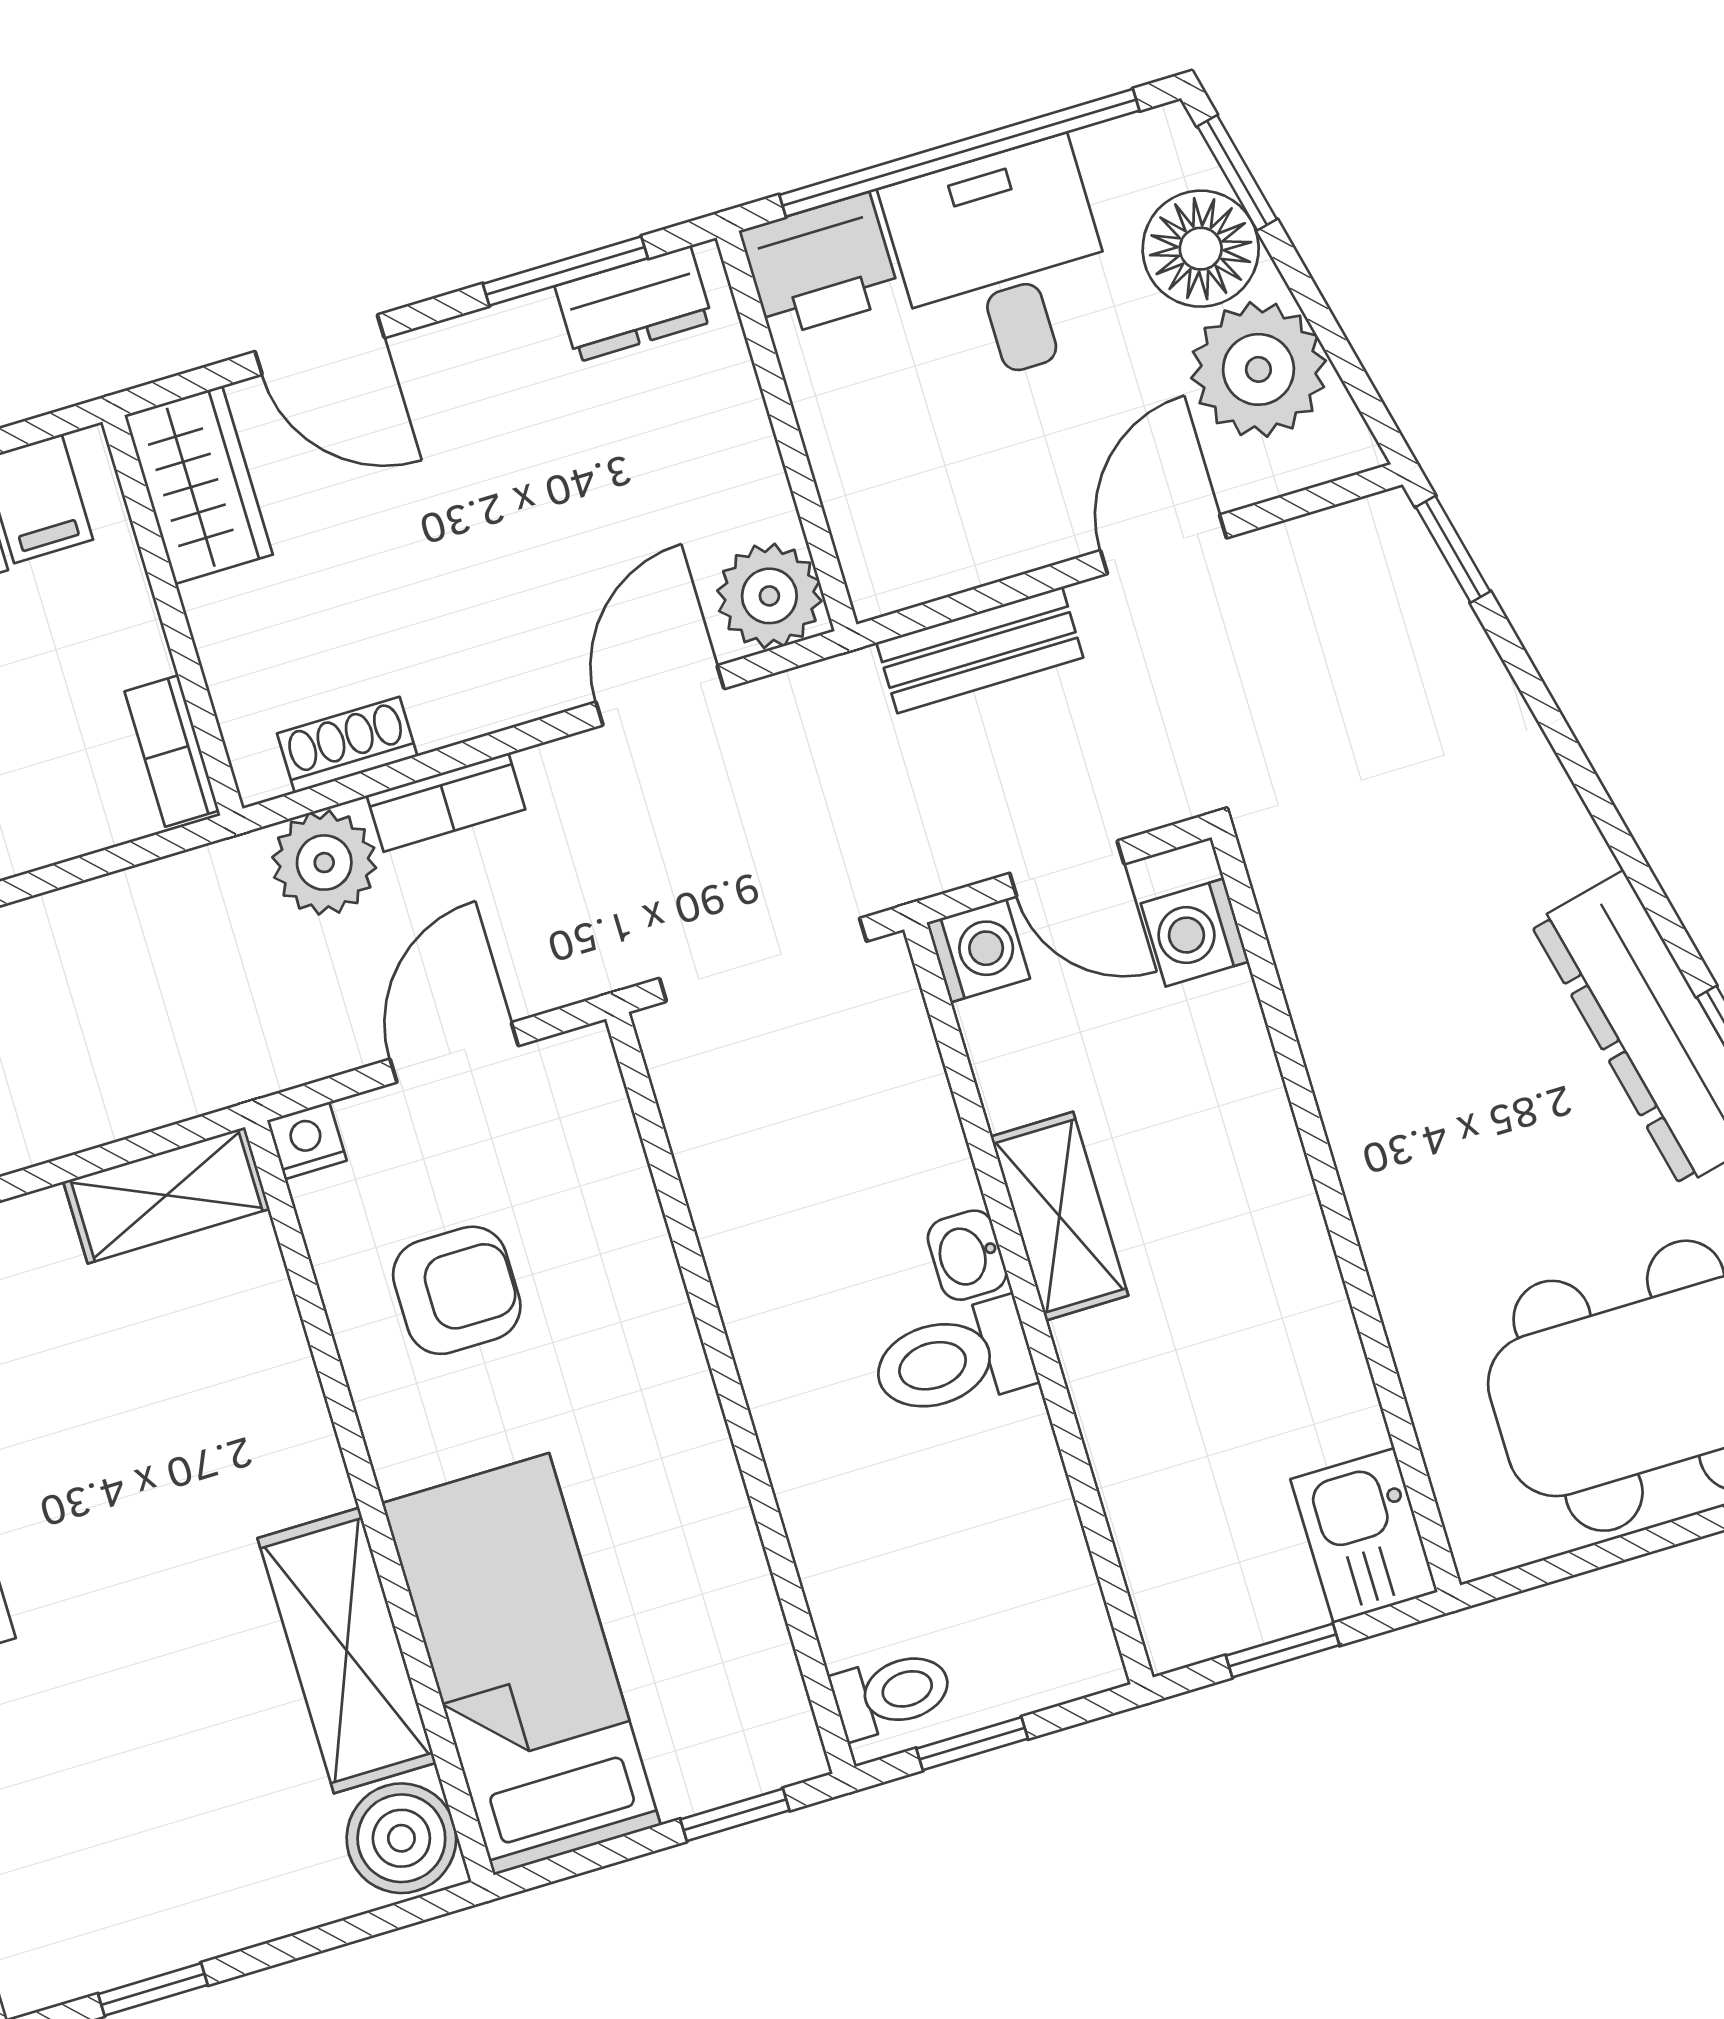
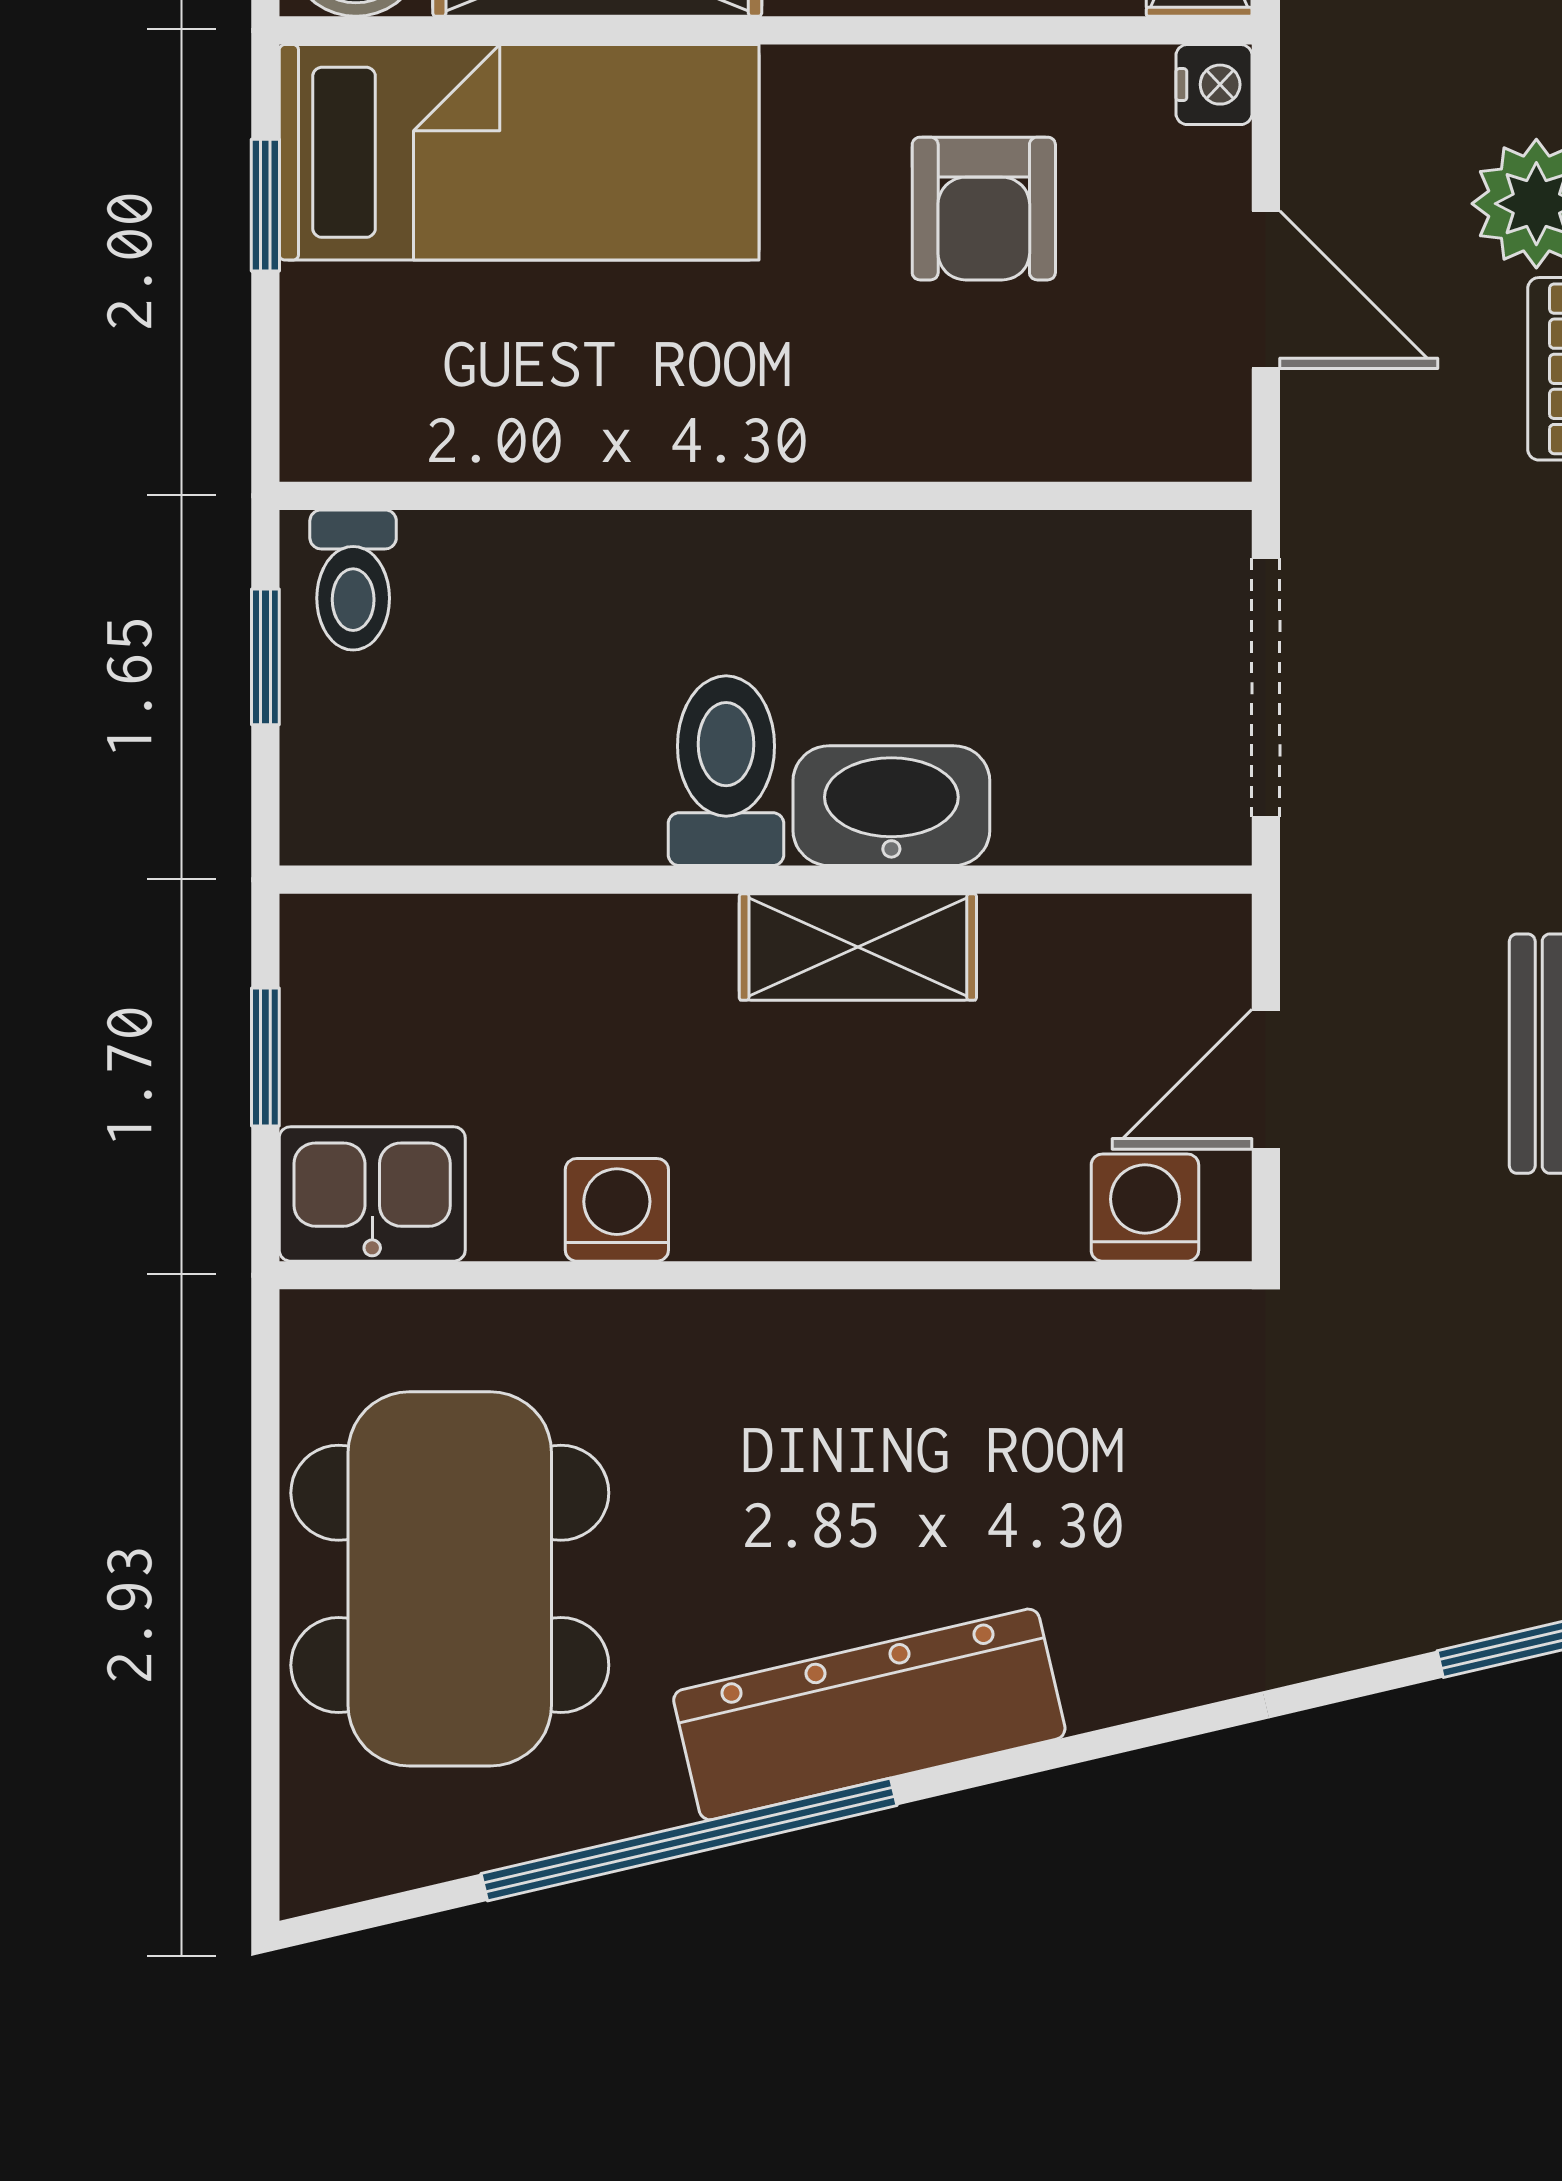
washing machine: (978, 951) -> (617, 1210), moved, turned 180
washbasin: (967, 1255) -> (891, 806), width x1.91, depth x1.45
window: (735, 1815) -> (265, 205), moved

